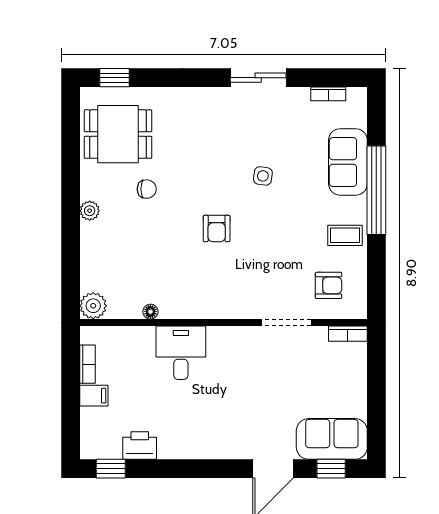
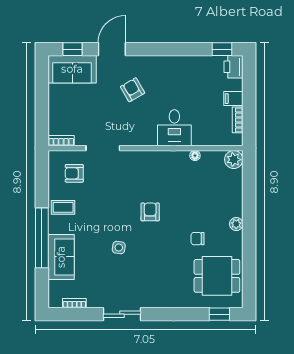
armchair: (243, 409) -> (133, 90), added
printer: (140, 446) -> (233, 67), moved, turned 90

